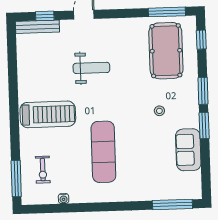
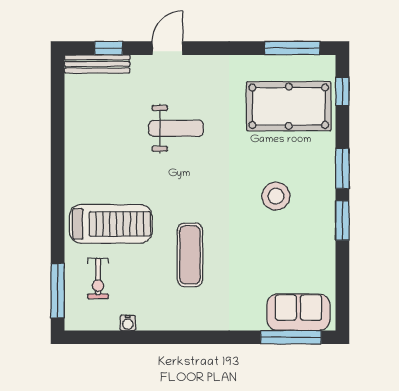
pool table: (166, 51) -> (289, 106), turned 90
stool: (159, 111) -> (276, 196), width x1.89, depth x1.89
treadmill: (48, 114) -> (111, 224), moved
sofa: (188, 150) -> (298, 312), moved, turned 90
exercise mat: (103, 152) -> (190, 255), width x0.73, depth x0.69

